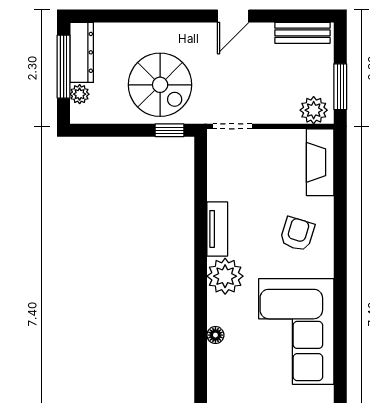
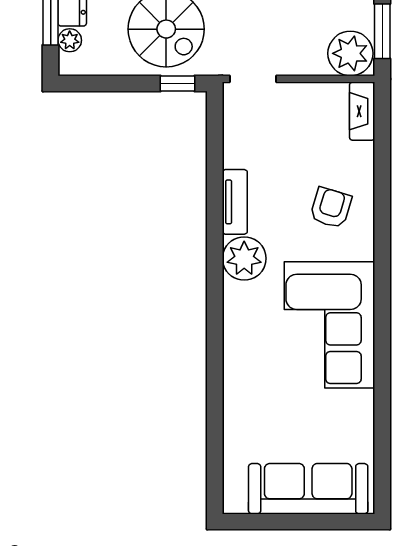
plant: (314, 110) -> (350, 53), width x1.36, depth x1.36
fireplace: (320, 162) -> (362, 111), width x0.73, depth x0.76
floor lamp: (215, 335) -> (233, 329), removed

